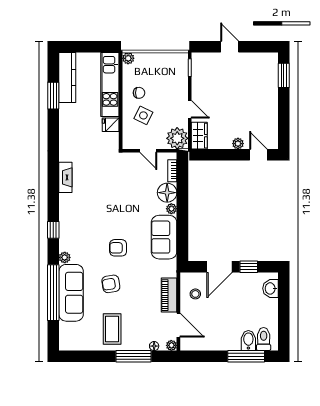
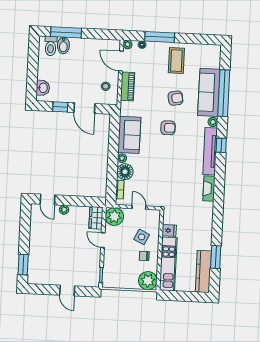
plant: (128, 58) -> (148, 281), width x1.87, depth x1.87
tv unit: (66, 222) -> (210, 151), added
door: (219, 267) -> (84, 108), swing flipped

